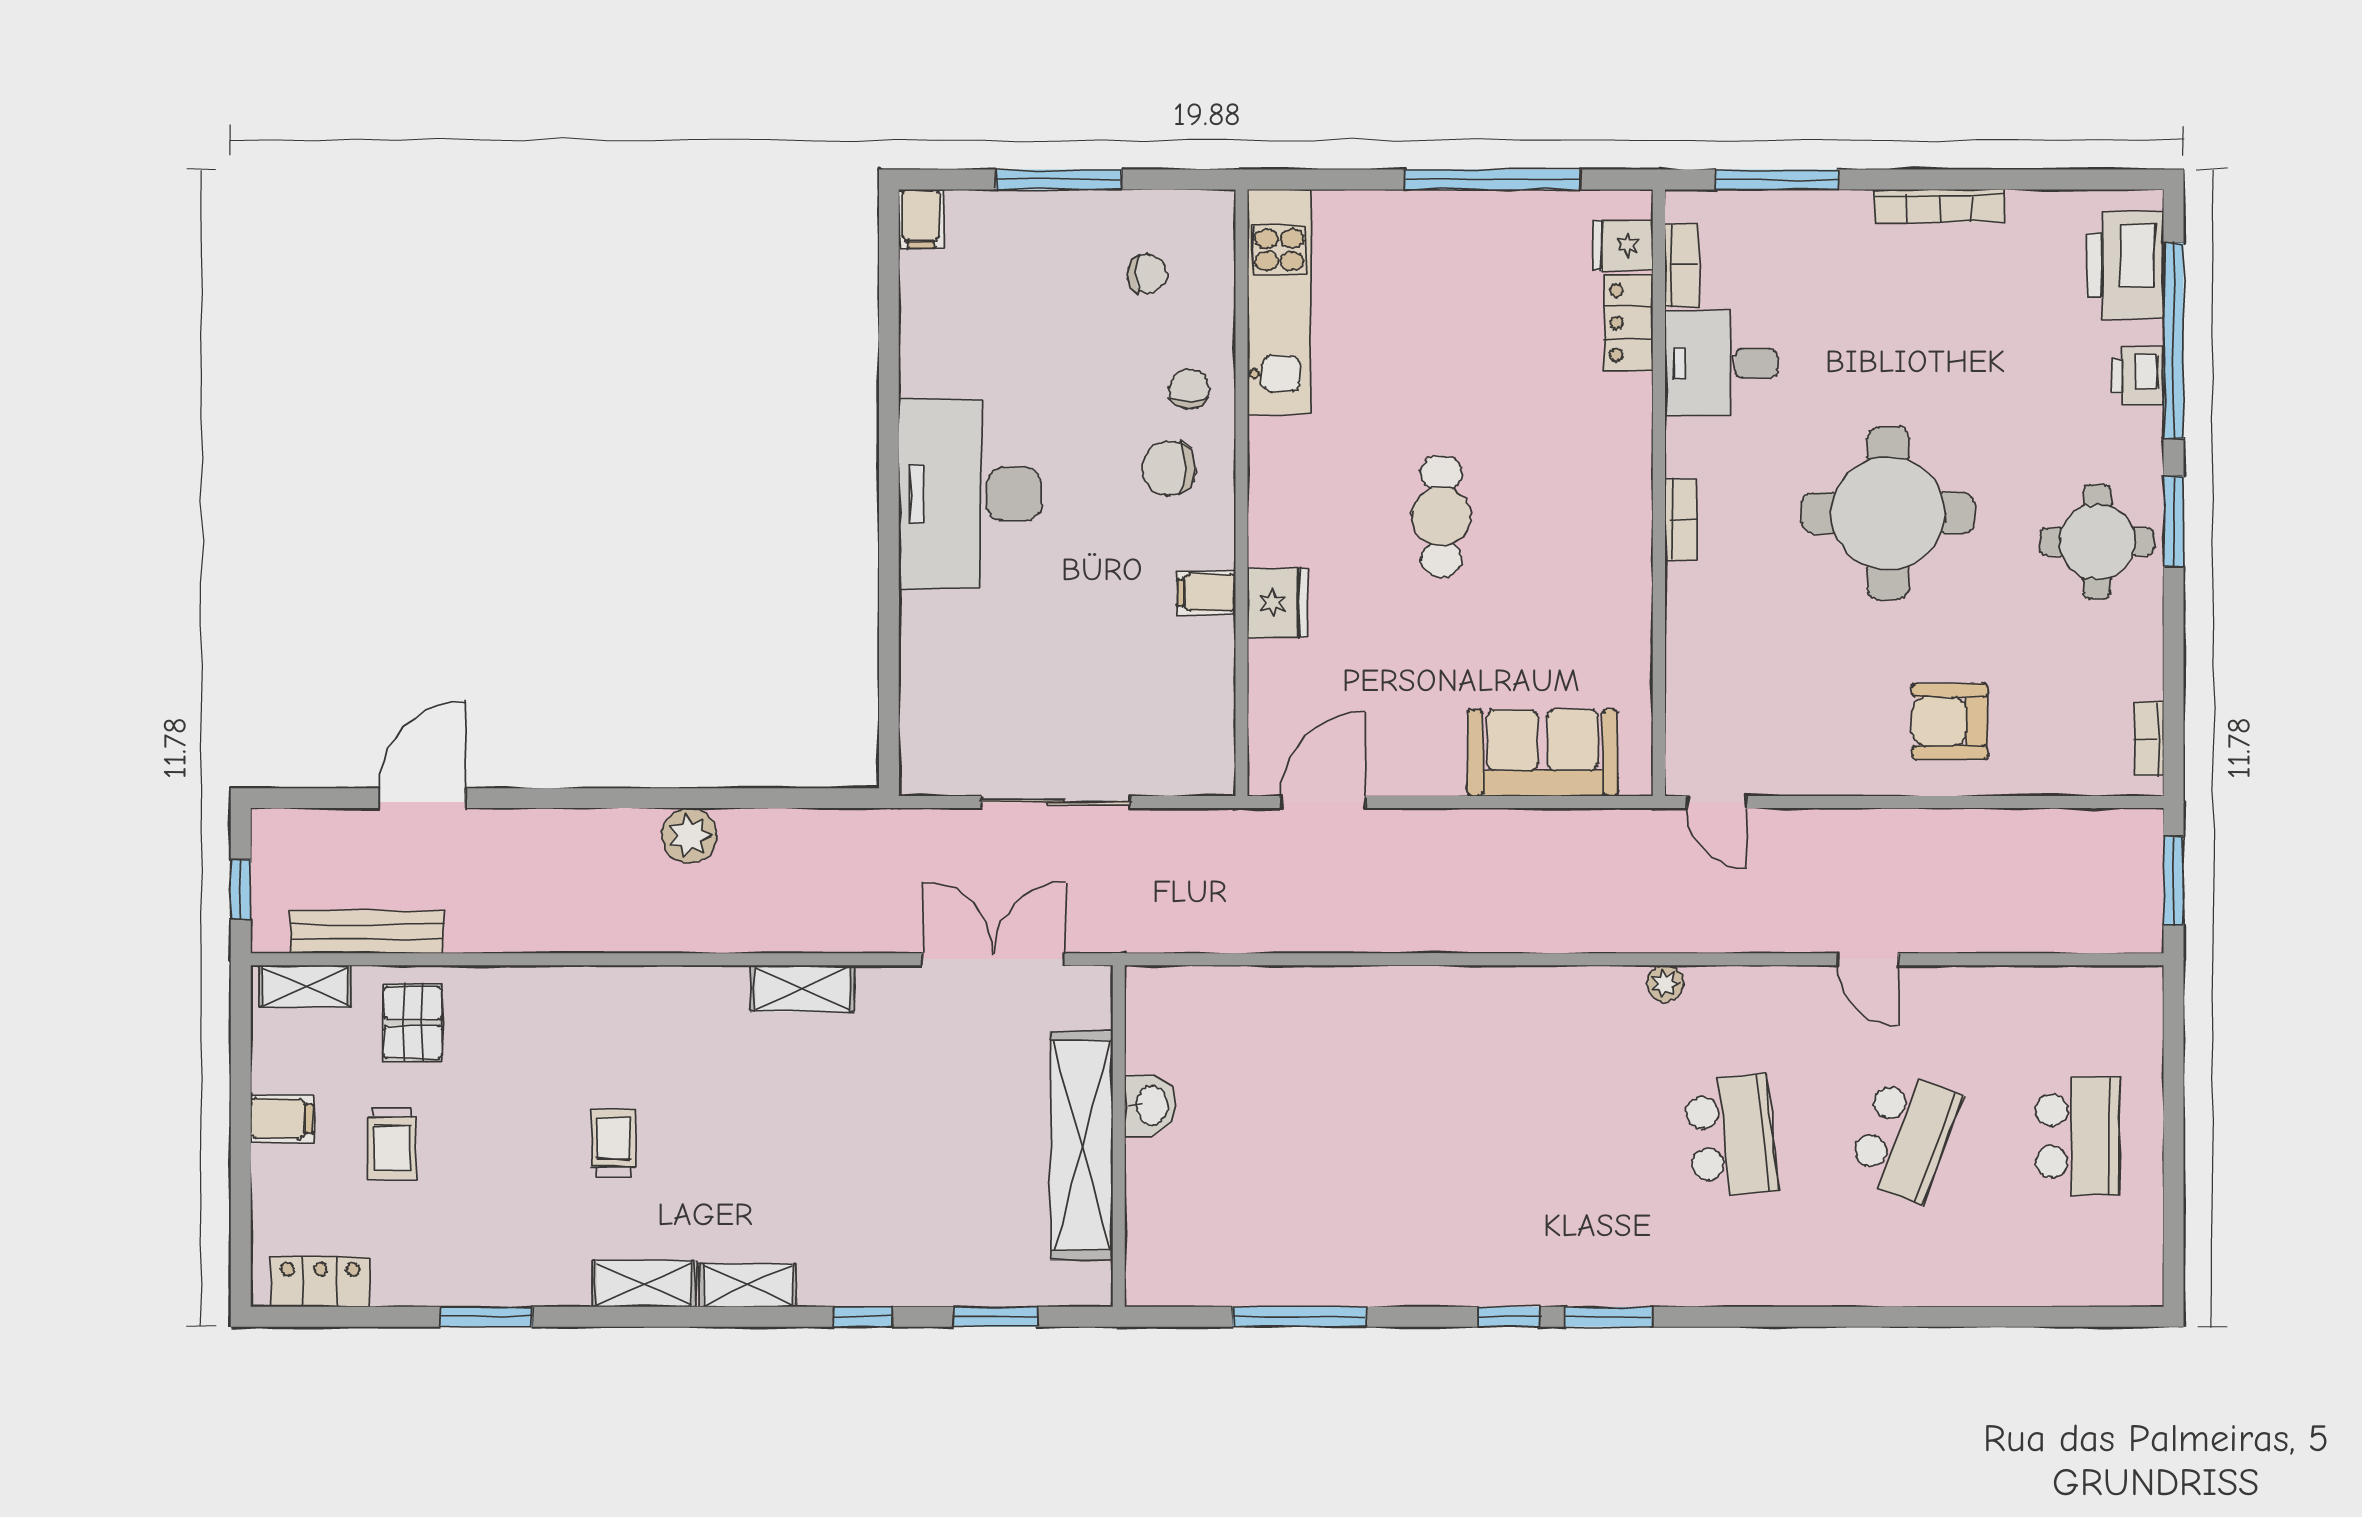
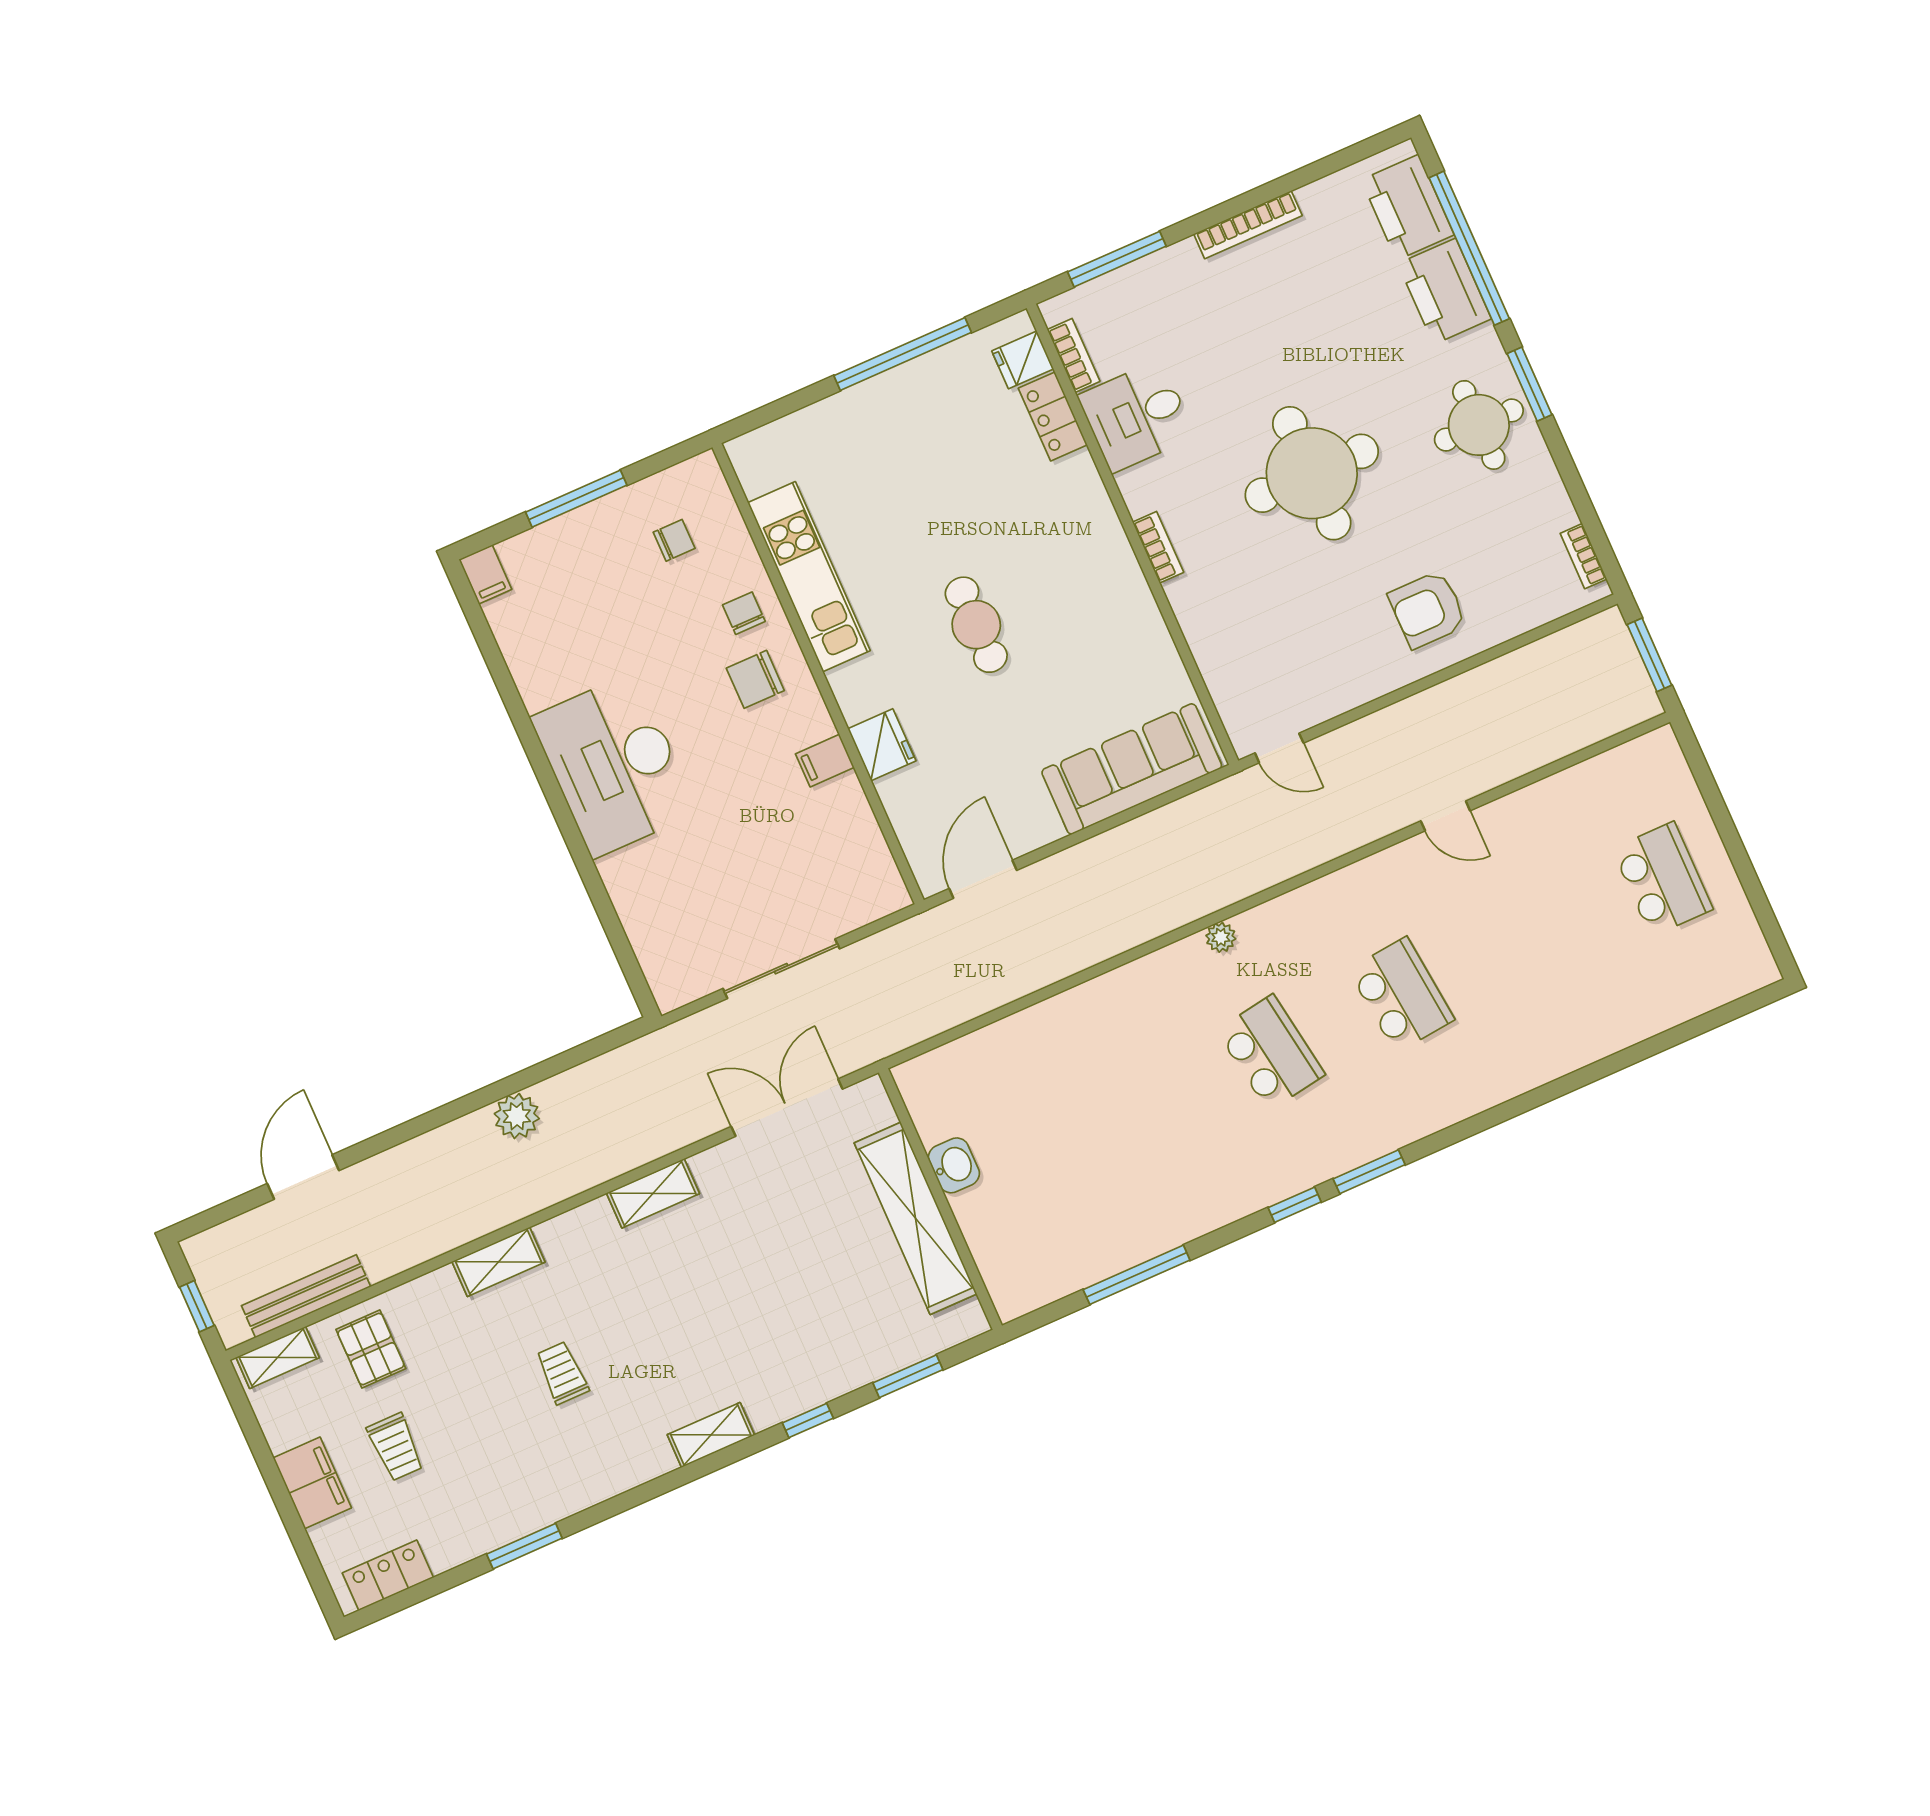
kitchen unit: (1279, 302) -> (809, 577), moved
printer: (2138, 376) -> (1445, 291), width x1.87, depth x1.48
sofa: (1543, 753) -> (1132, 769), width x1.36
plant: (1665, 983) -> (1221, 937), moved
filing cabinet: (282, 1119) -> (312, 1483), width x2.00
school desk: (1904, 1136) -> (1271, 1053), moved, turned -30
shelving: (644, 1284) -> (498, 1262), moved

